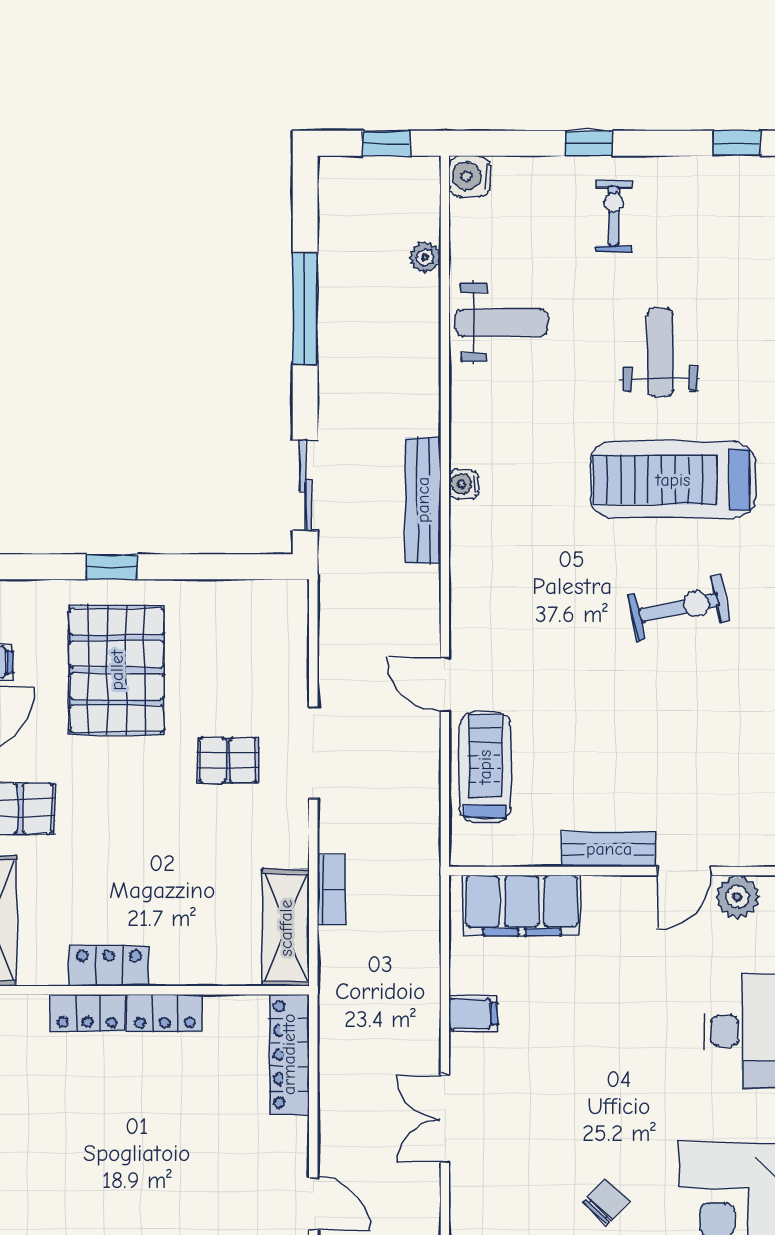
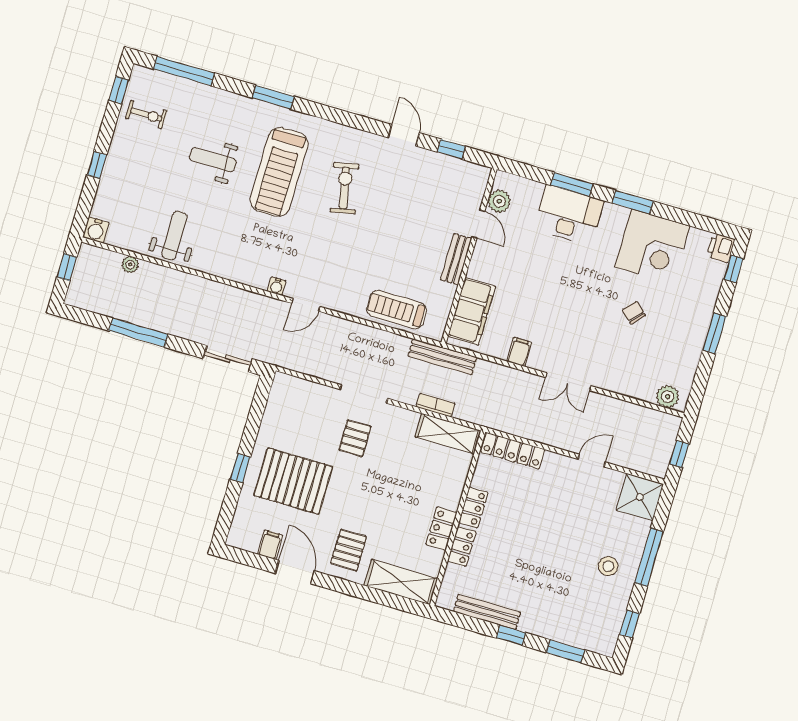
exercise bike: (614, 216) -> (146, 114), moved, turned 180
water cooler: (464, 484) -> (277, 286), moved
bench: (423, 500) -> (442, 357), moved
door: (445, 684) -> (306, 305), moved

